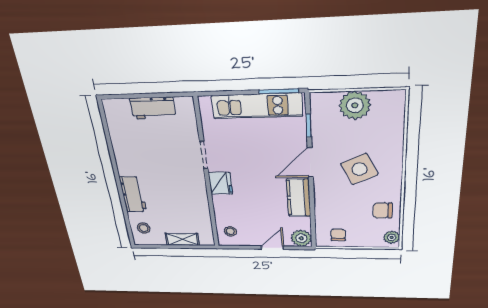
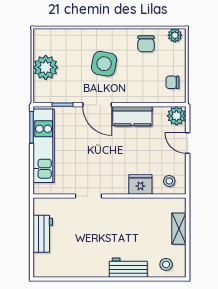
side table: (359, 169) -> (104, 64), turned 36
fridge: (220, 183) -> (140, 184), moved

